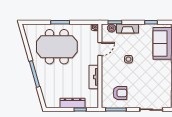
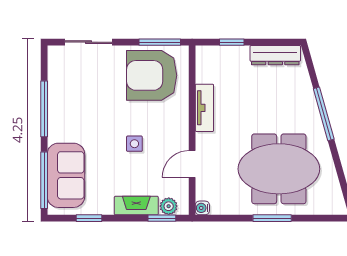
armchair: (120, 93) -> (152, 75), width x1.88, depth x1.88
dresser: (73, 103) -> (275, 55), moved

